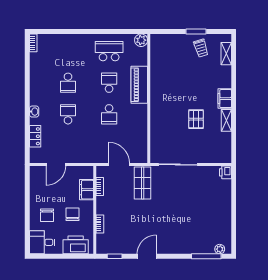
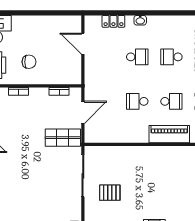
pallet: (196, 119) -> (110, 193), moved
filing cabinet: (87, 190) -> (56, 77), removed
chair: (47, 215) -> (28, 34), removed

